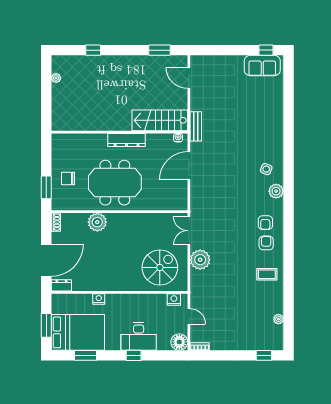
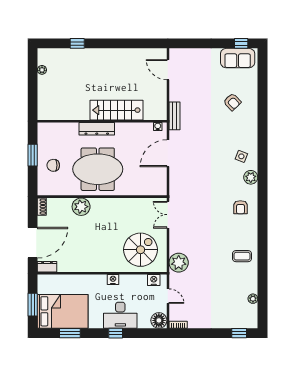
window: (160, 50) -> (140, 43), removed
stairs: (160, 120) -> (116, 110), moved
dresser: (127, 140) -> (97, 129), moved
window: (46, 187) -> (33, 155), moved
armchair: (266, 243) -> (232, 102), moved, turned 136
plant: (200, 260) -> (179, 263), moved
nightstand: (99, 299) -> (113, 280), moved

